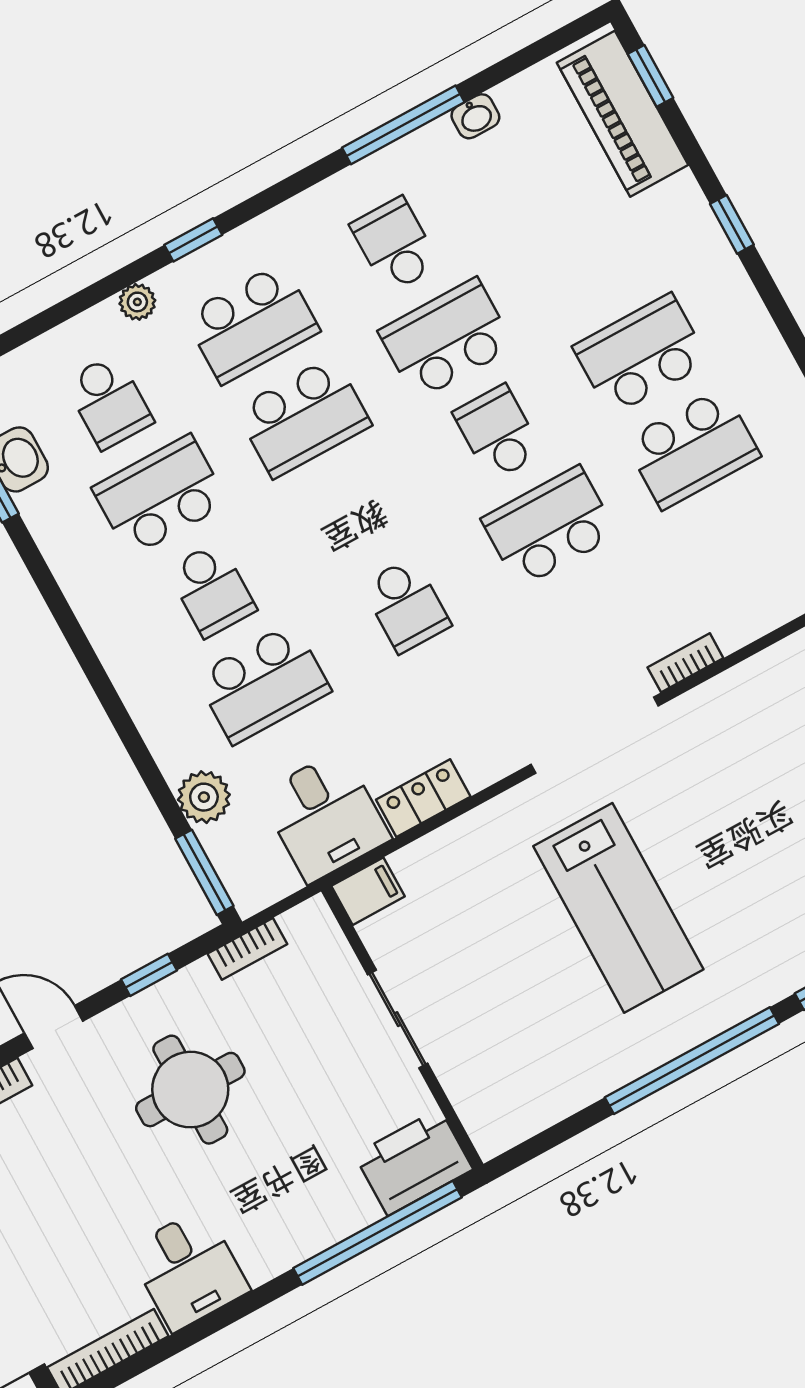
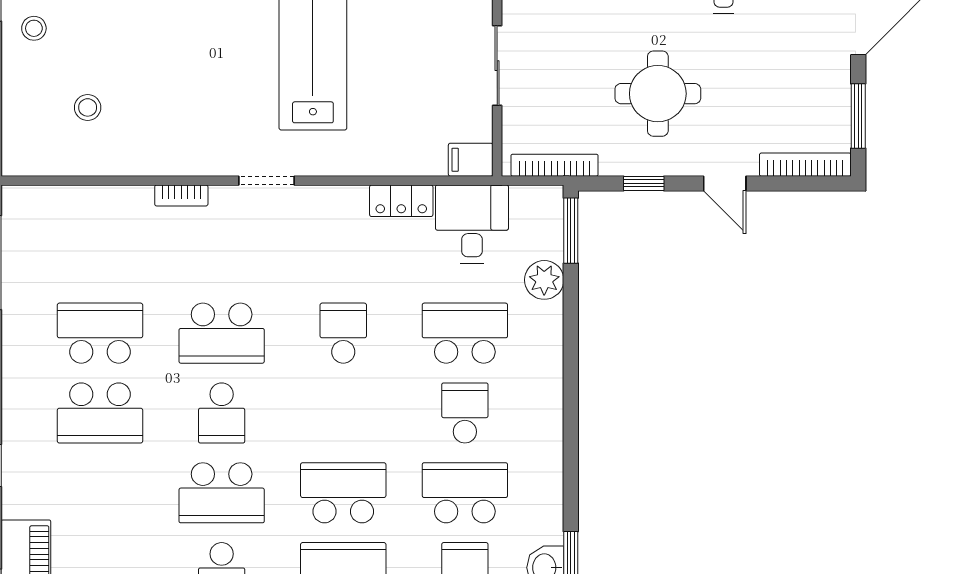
school desk: (160, 496) -> (465, 493), turned 180
doorway: (595, 735) -> (267, 181), width x0.53
bookcase: (247, 949) -> (554, 165), width x1.56

